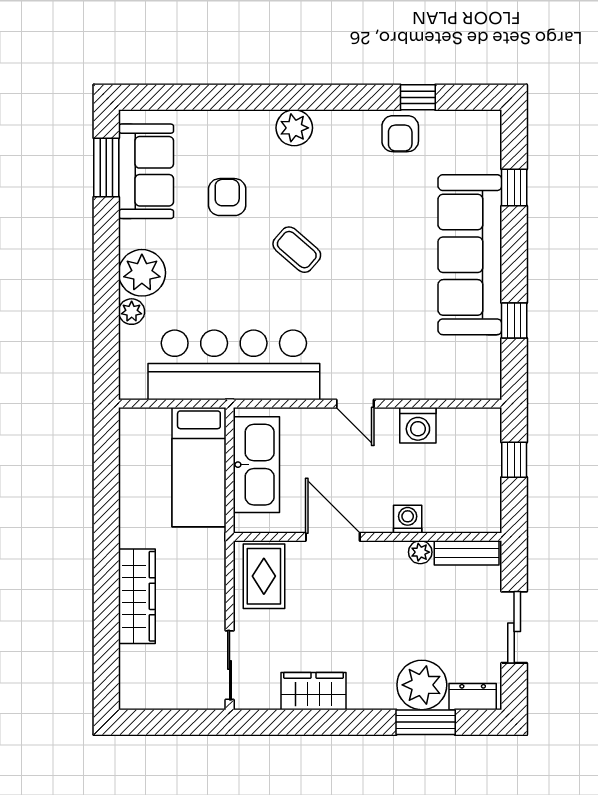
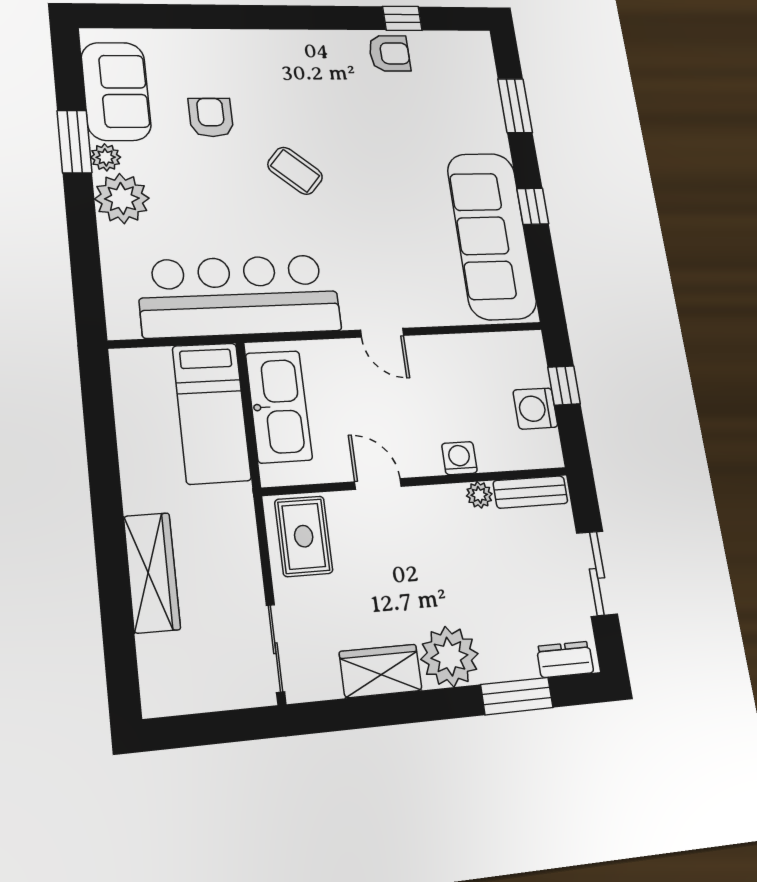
plant: (294, 128) -> (276, 47), removed
armchair: (400, 134) -> (389, 53), turned -90
window: (106, 168) -> (74, 142), moved
window: (514, 188) -> (515, 106), width x1.50
sofa: (470, 255) -> (492, 236), moved
plant: (132, 312) -> (106, 157), moved
window: (514, 321) -> (533, 206), moved
washing machine: (418, 425) -> (535, 409), moved, turned 90
door: (333, 537) -> (378, 484), width x0.73
plant: (422, 685) -> (449, 657), moved

